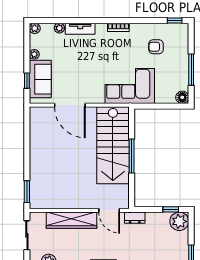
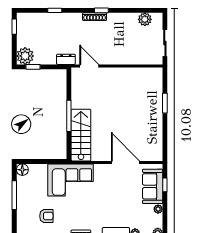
stairs: (113, 145) -> (81, 135), width x0.73, depth x0.66
window: (27, 192) -> (165, 103), moved
wardrobe: (72, 220) -> (124, 57), removed

